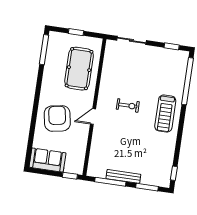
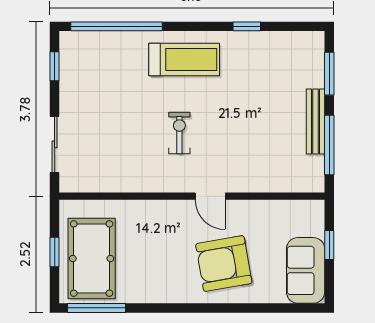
pool table: (79, 69) -> (92, 259), moved, turned 90
window: (174, 173) -> (247, 26), moved
window: (70, 176) -> (329, 245), moved

